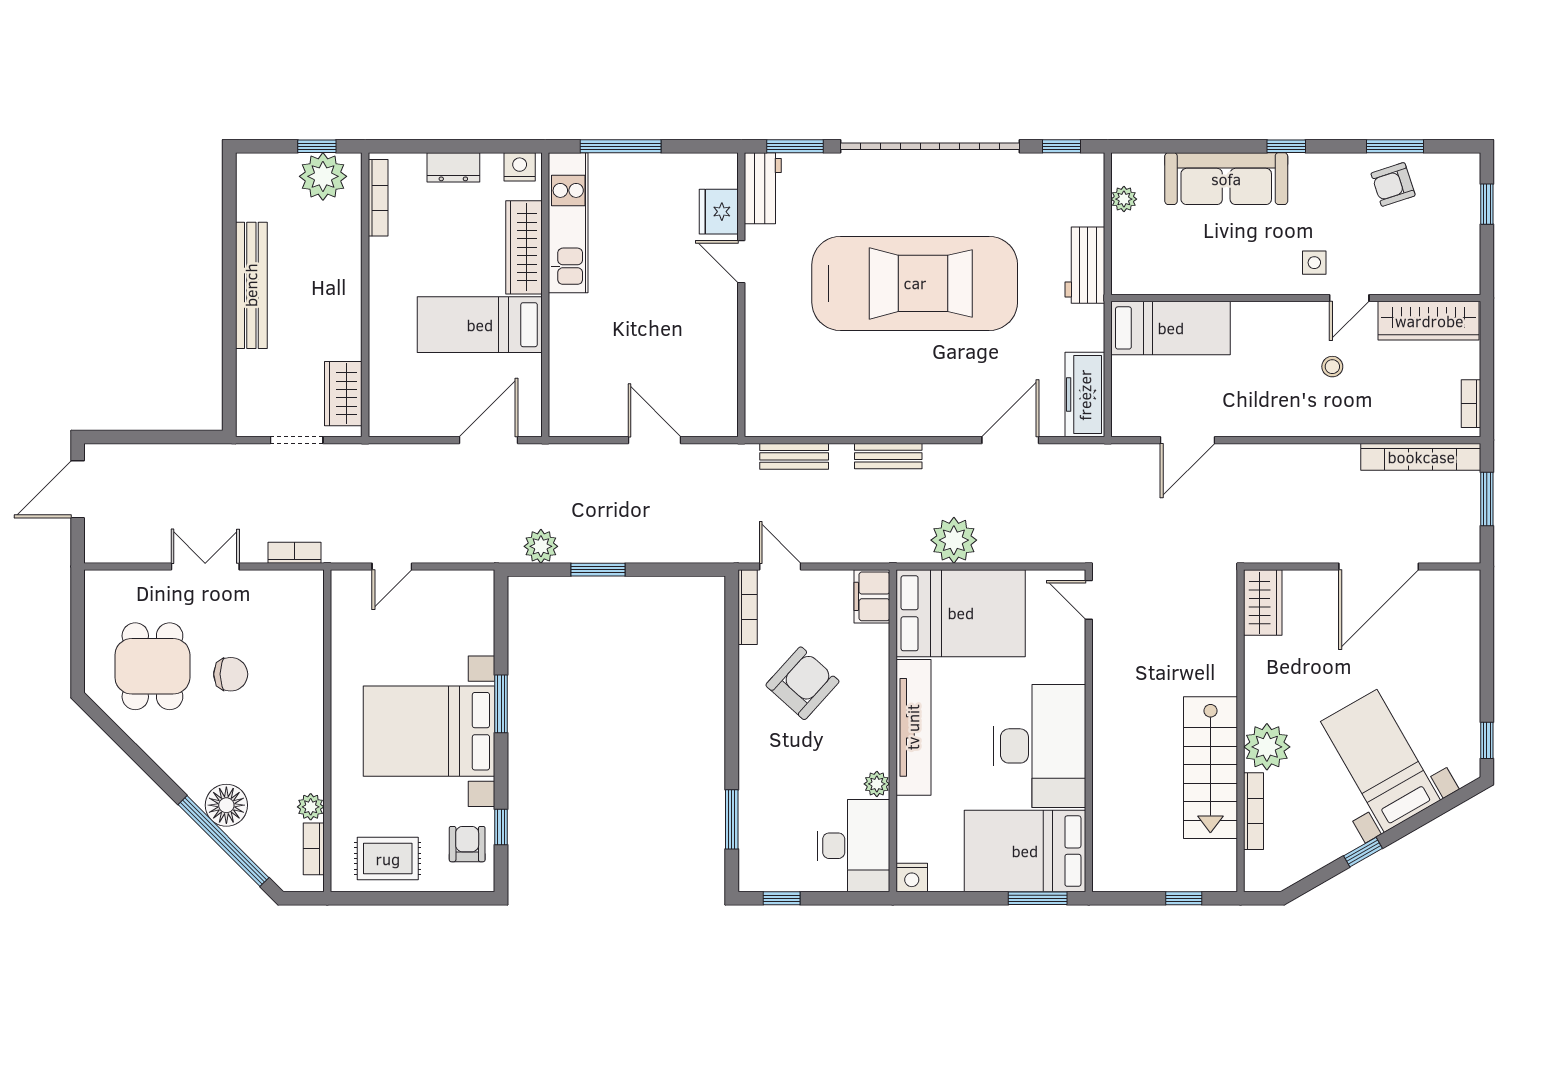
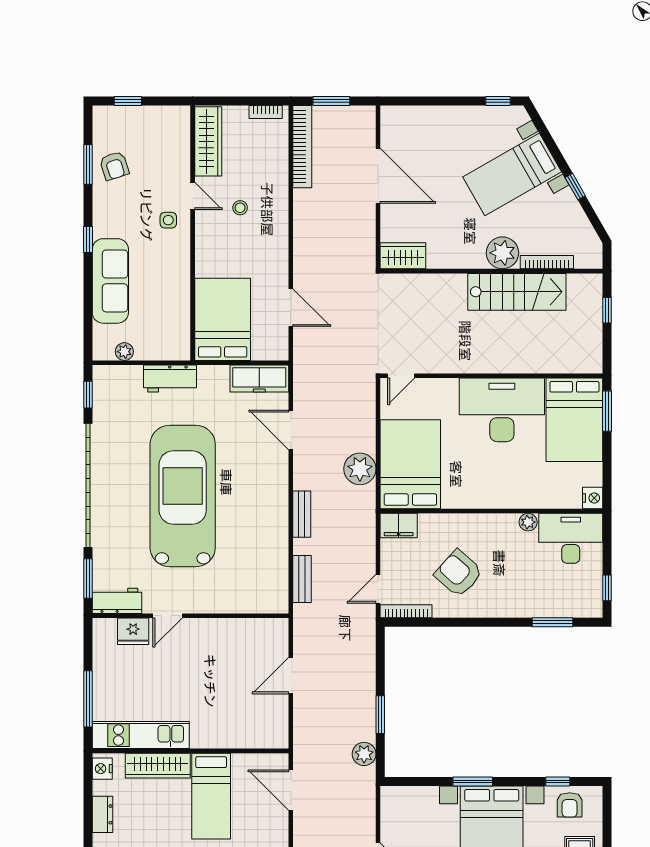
bed: (1171, 328) -> (223, 319), width x1.50
tv unit: (913, 727) -> (489, 497), removed
armchair: (467, 844) -> (570, 805), turned -90

